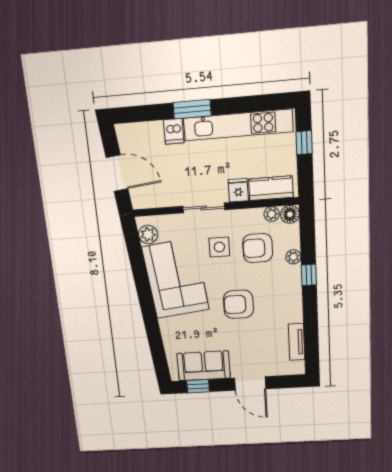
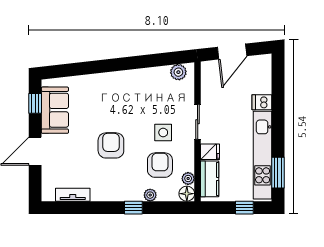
window: (192, 109) -> (278, 173), moved
corner sofa: (176, 278) -> (138, 92), removed

